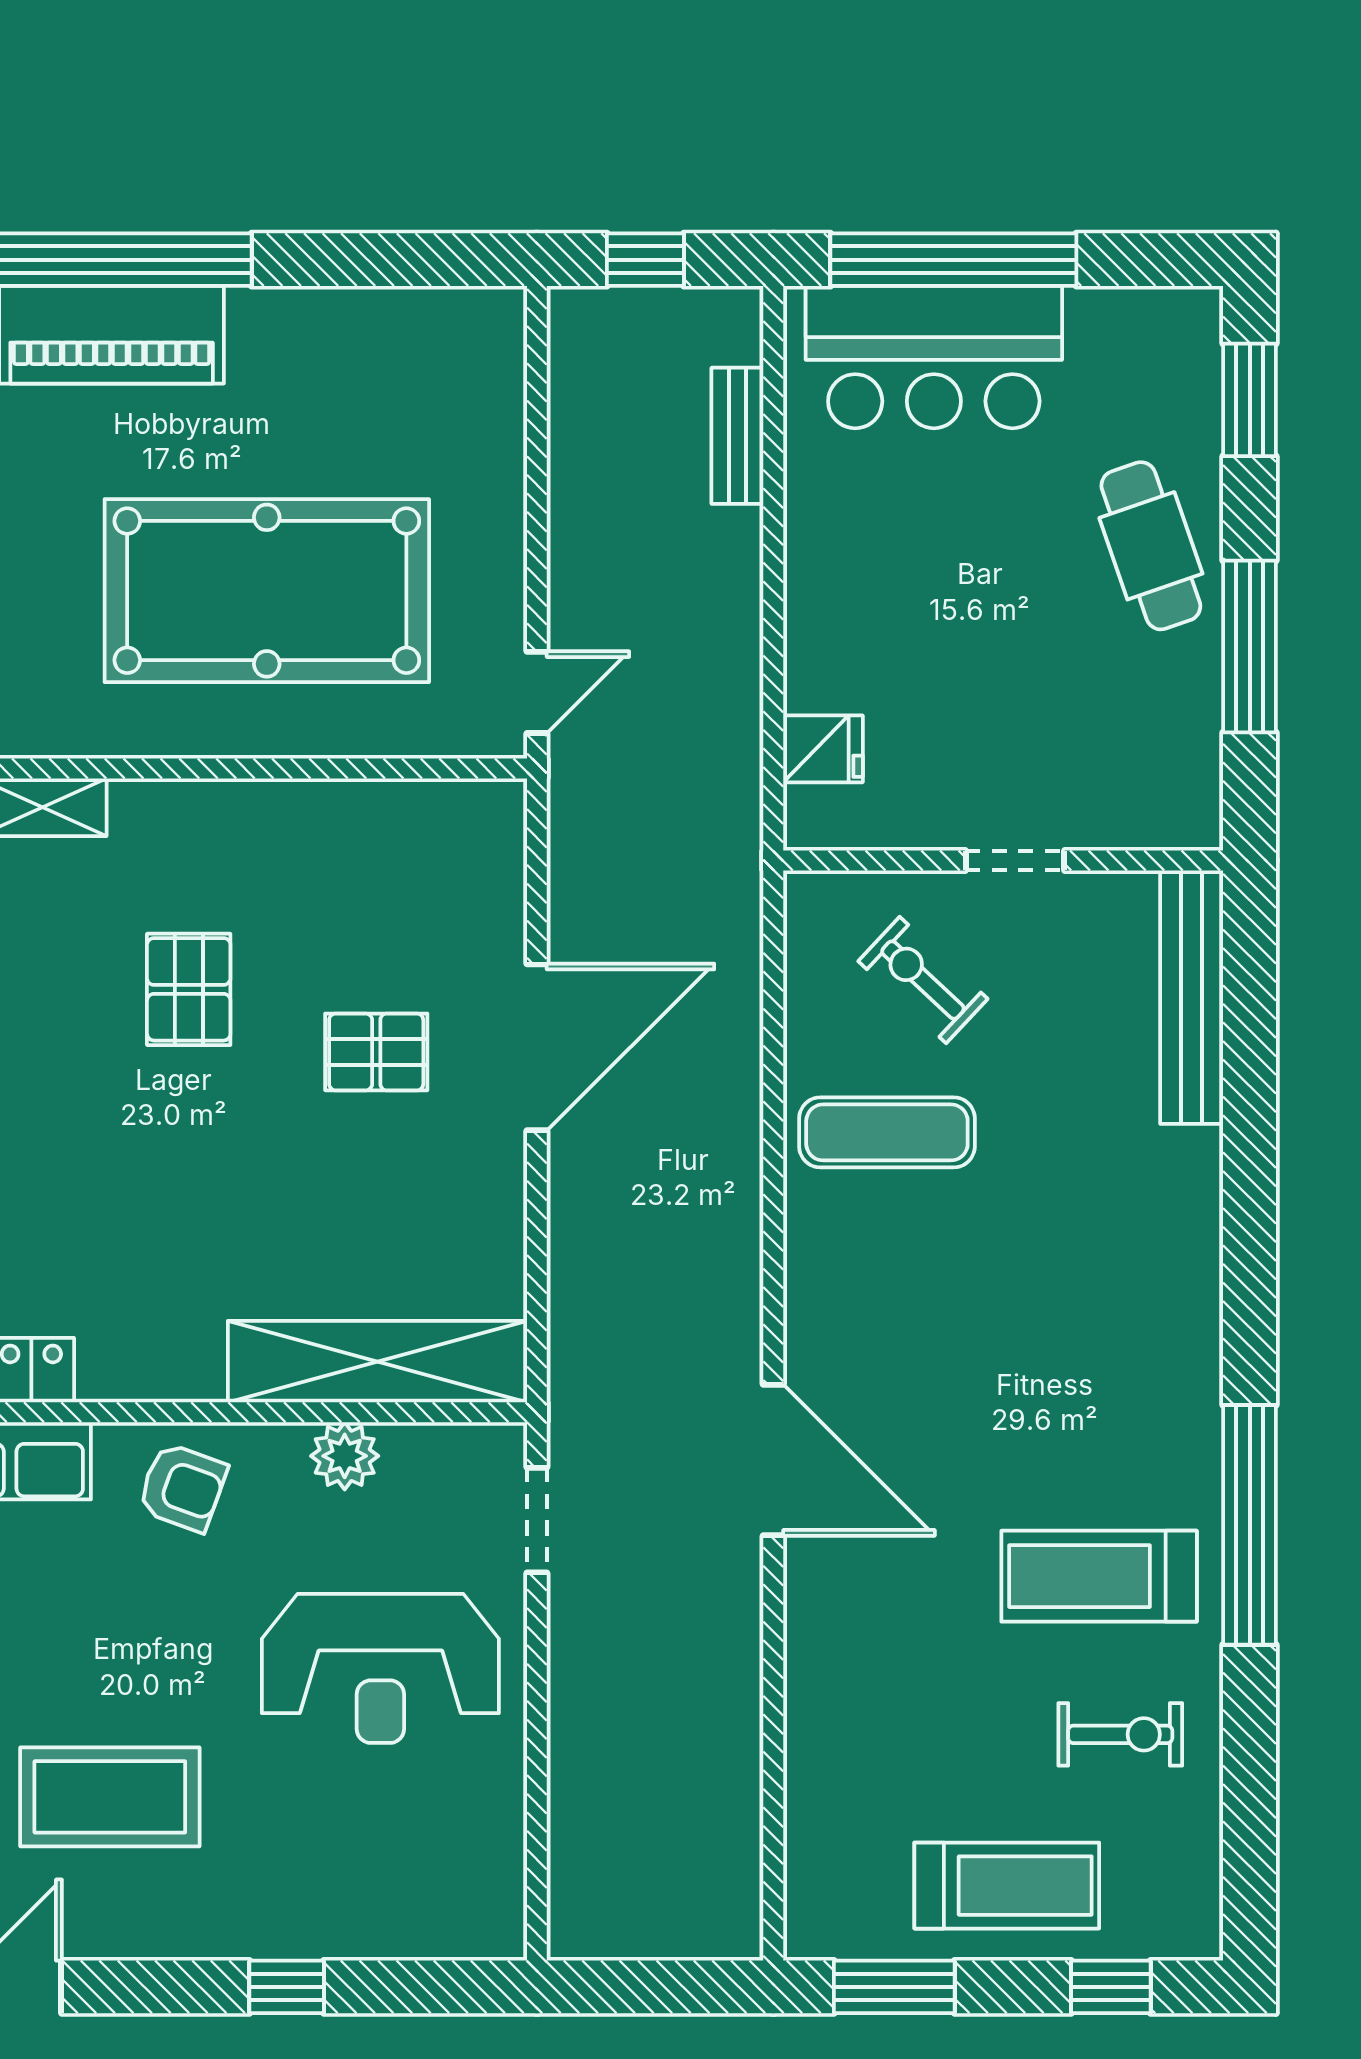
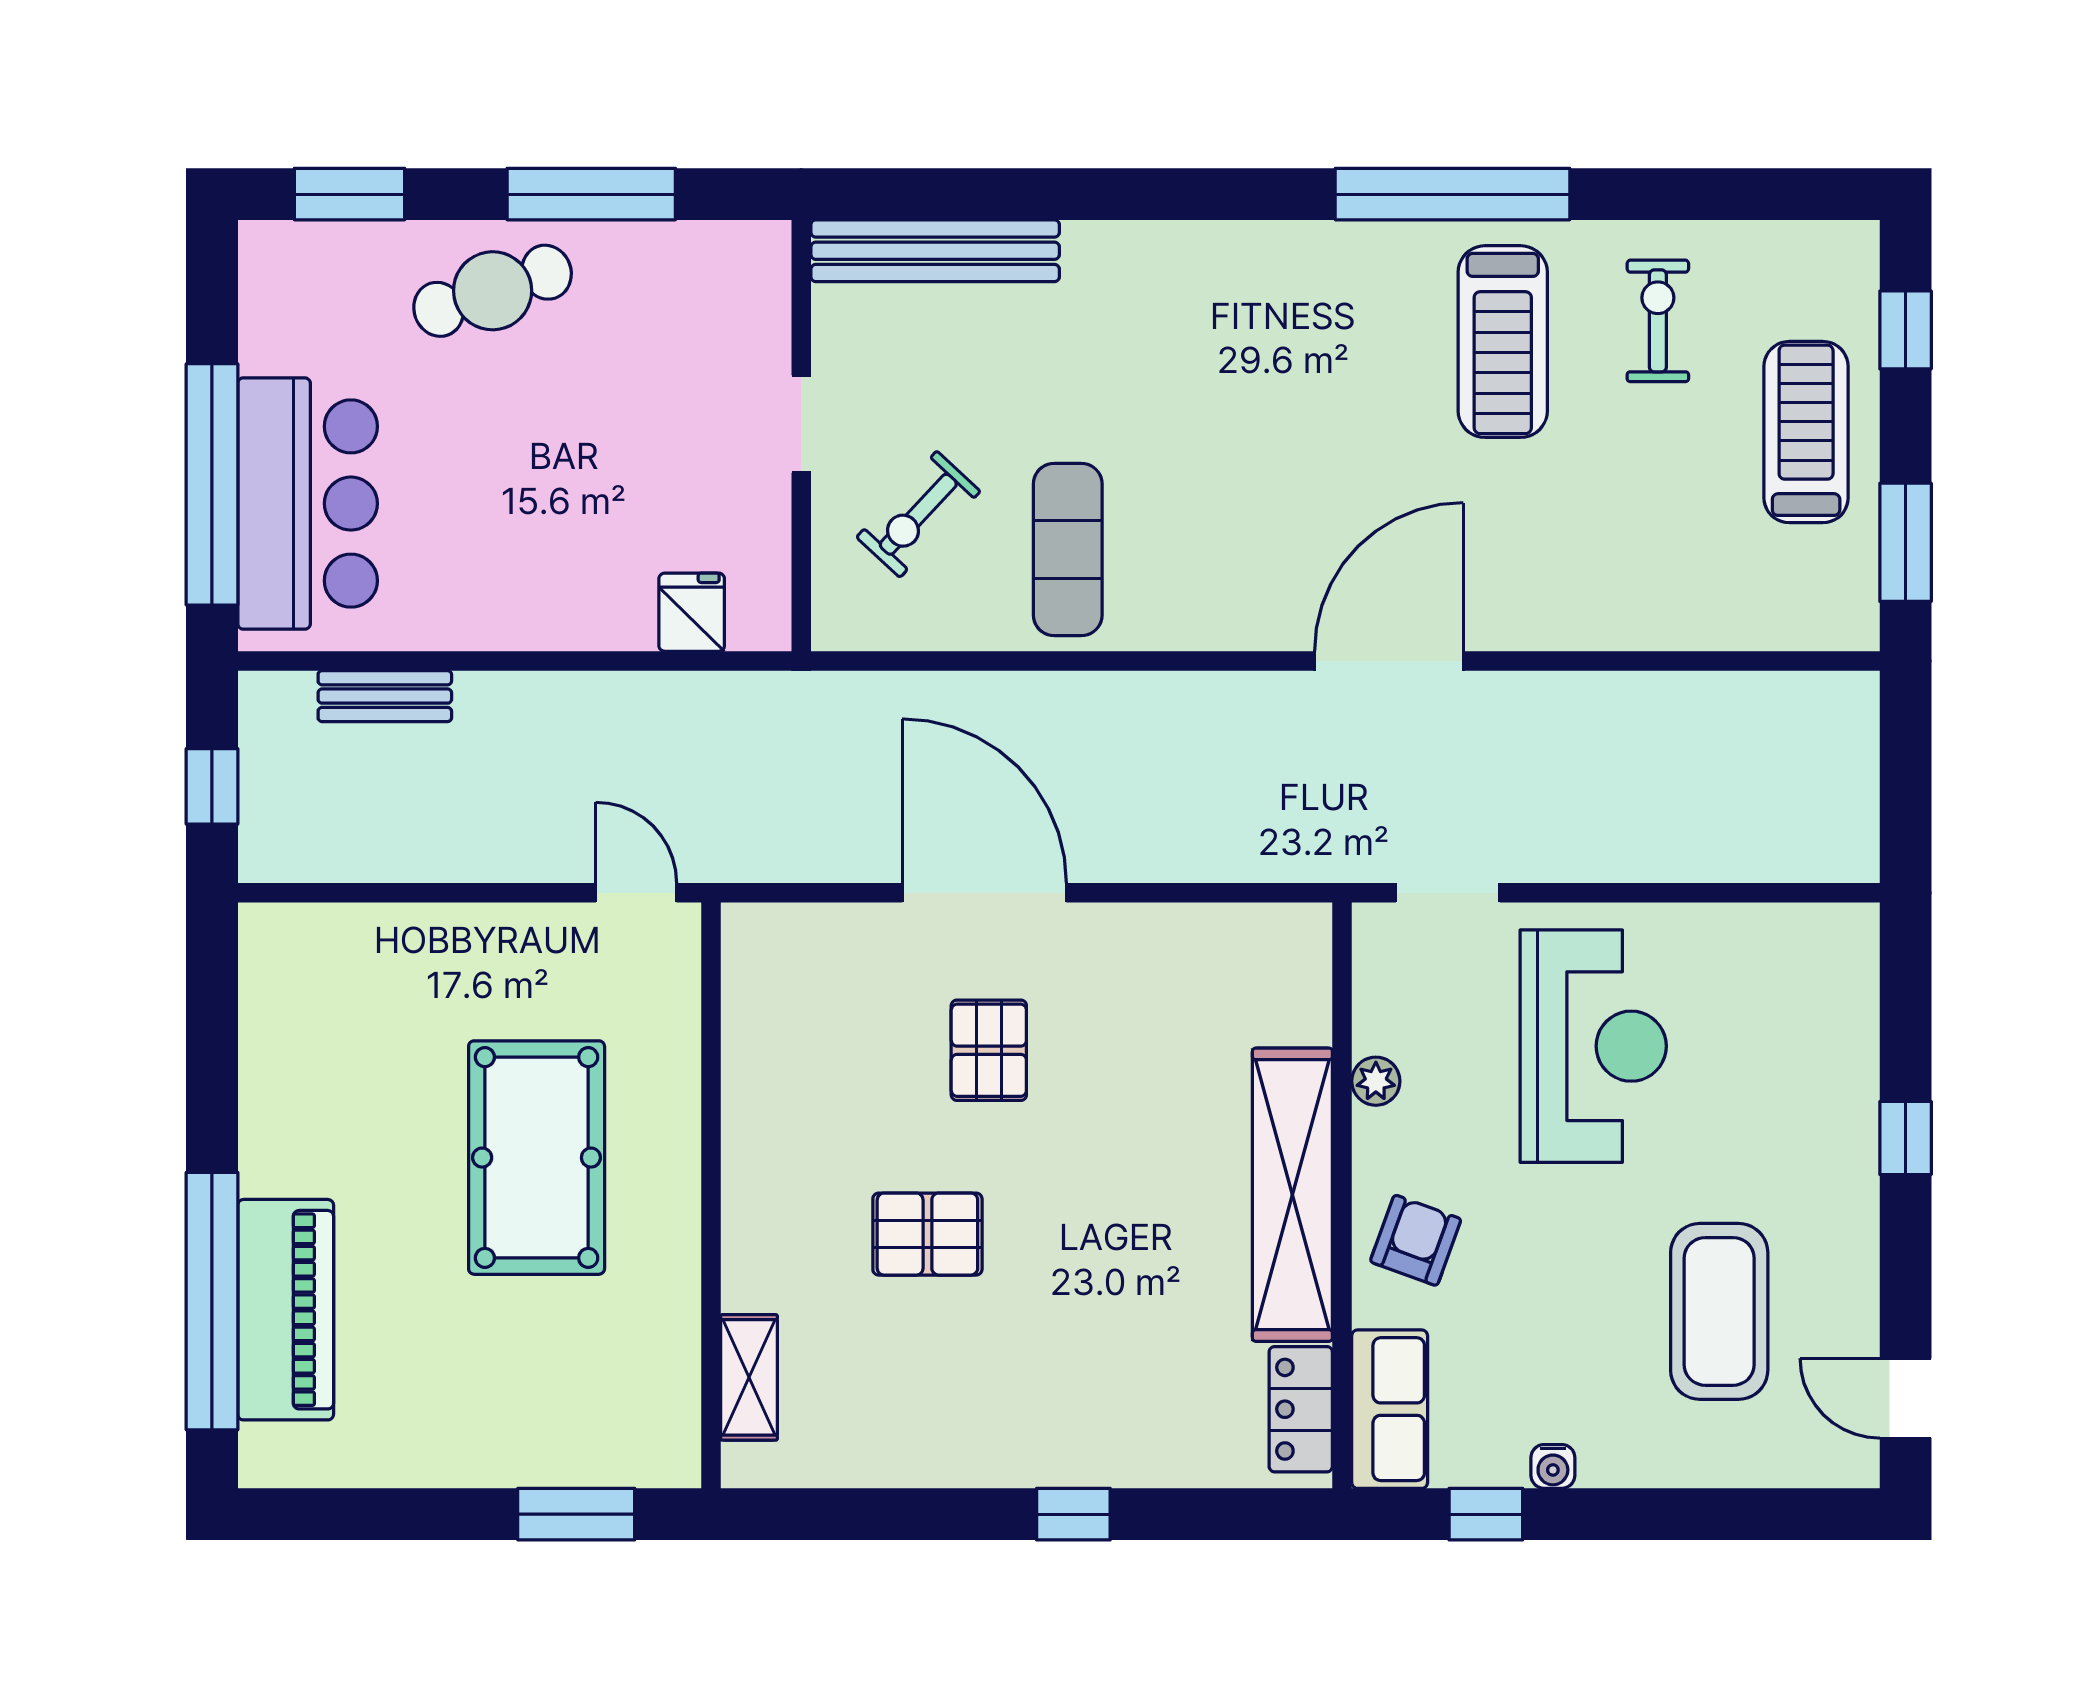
pool table: (267, 591) -> (537, 1158), width x0.73, depth x0.76
shelving: (377, 1362) -> (1292, 1195), moved
plant: (345, 1456) -> (1376, 1081), width x0.73, depth x0.73

